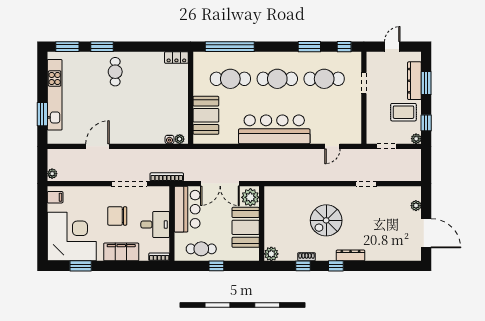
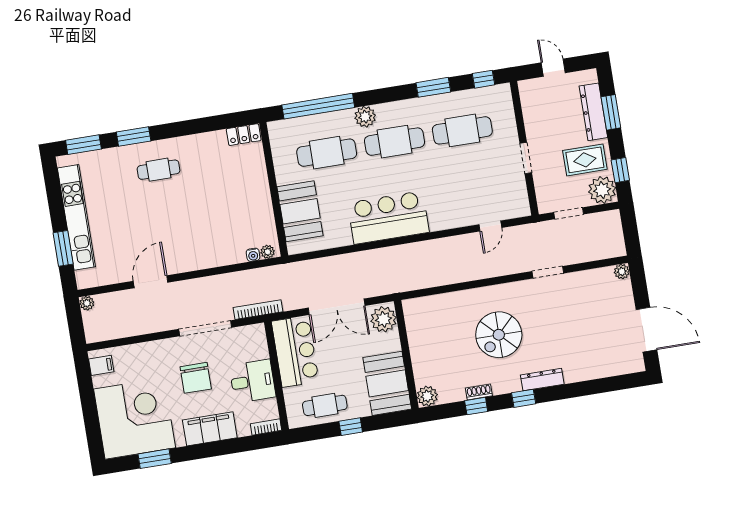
door: (392, 47) -> (553, 68), hinge flipped
plant: (260, 59) -> (365, 117), added
cafe table: (115, 72) -> (159, 170), turned 90
doorway: (364, 83) -> (526, 158), moved
bar counter: (274, 129) -> (388, 218), width x0.73
plant: (416, 139) -> (602, 190), width x1.88, depth x1.88
plant: (52, 174) -> (87, 303), moved
plant: (416, 206) -> (622, 272), moved
chair: (117, 216) -> (196, 378), turned -90
booth: (246, 227) -> (387, 383), moved

